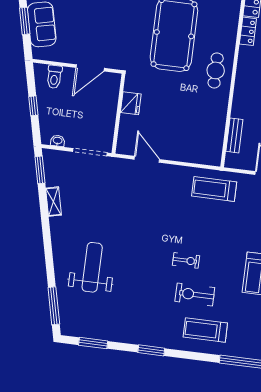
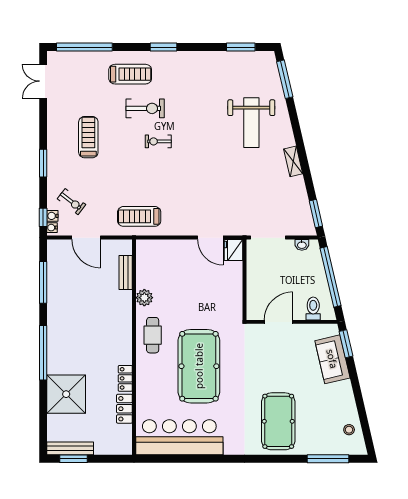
window: (25, 21) -> (346, 344), moved
fridge: (131, 103) -> (233, 250), moved
window: (33, 106) -> (330, 277), width x3.17
plant: (219, 108) -> (144, 298), added
treadmill: (214, 189) -> (139, 216), turned 180
shelving: (53, 202) -> (293, 161), moved
window: (151, 350) -> (163, 47), moved

